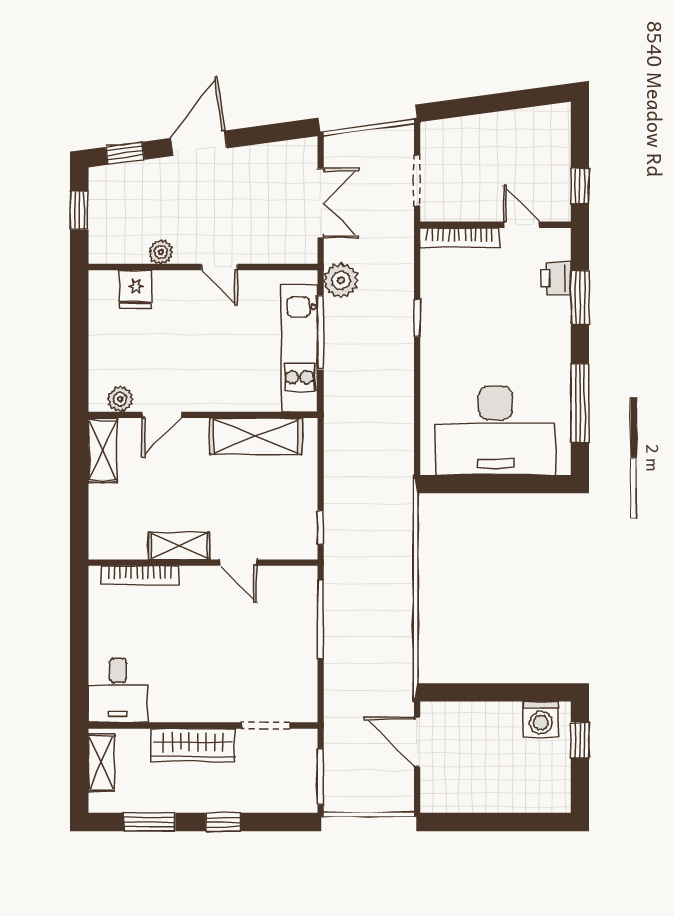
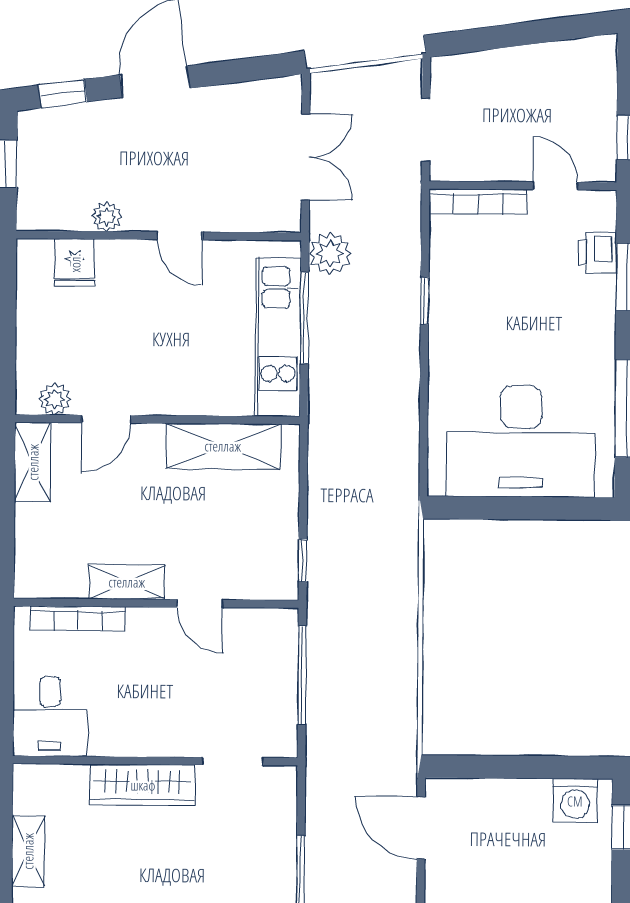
desk: (118, 690) -> (50, 716), moved
wall: (203, 726) -> (155, 761), moved
doorway: (265, 726) -> (233, 761), moved
wardrobe: (193, 745) -> (143, 785), moved

